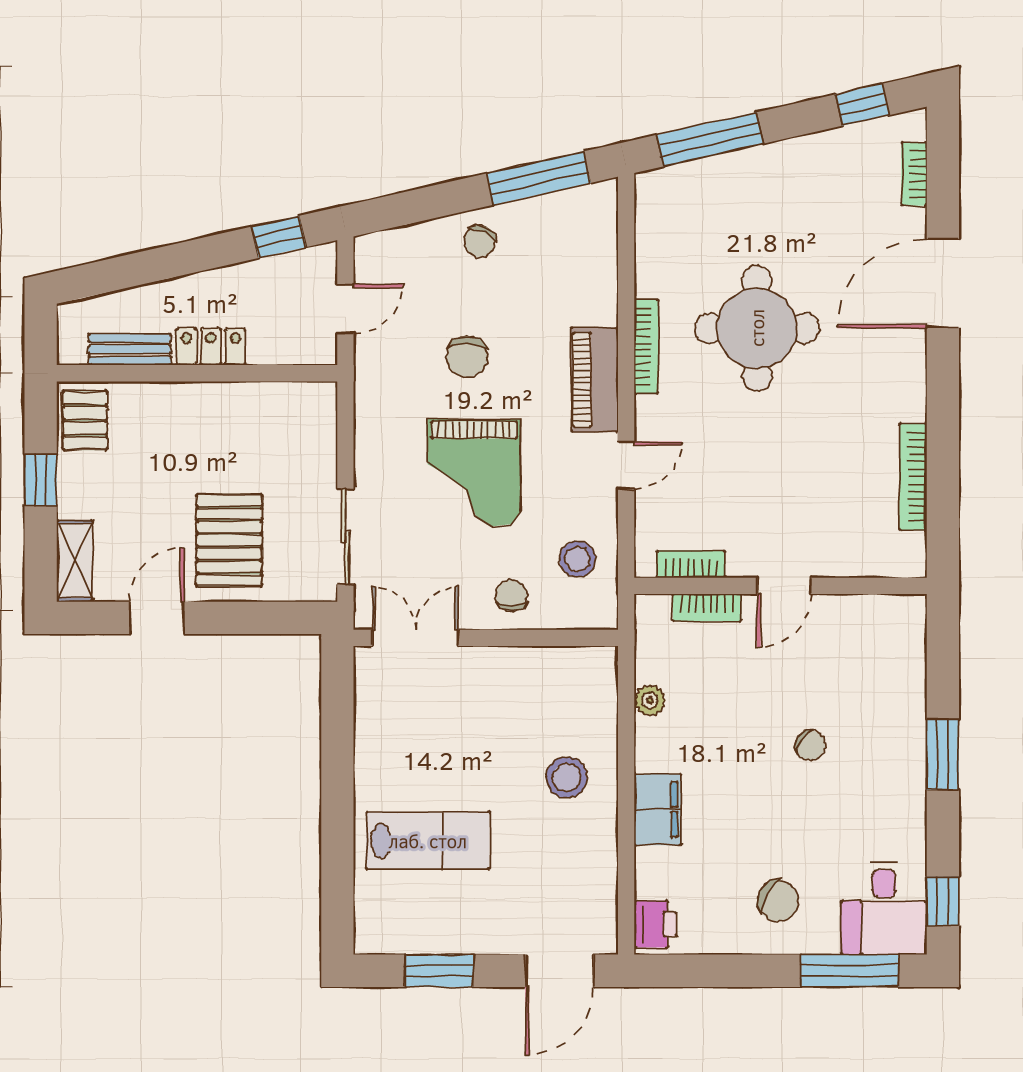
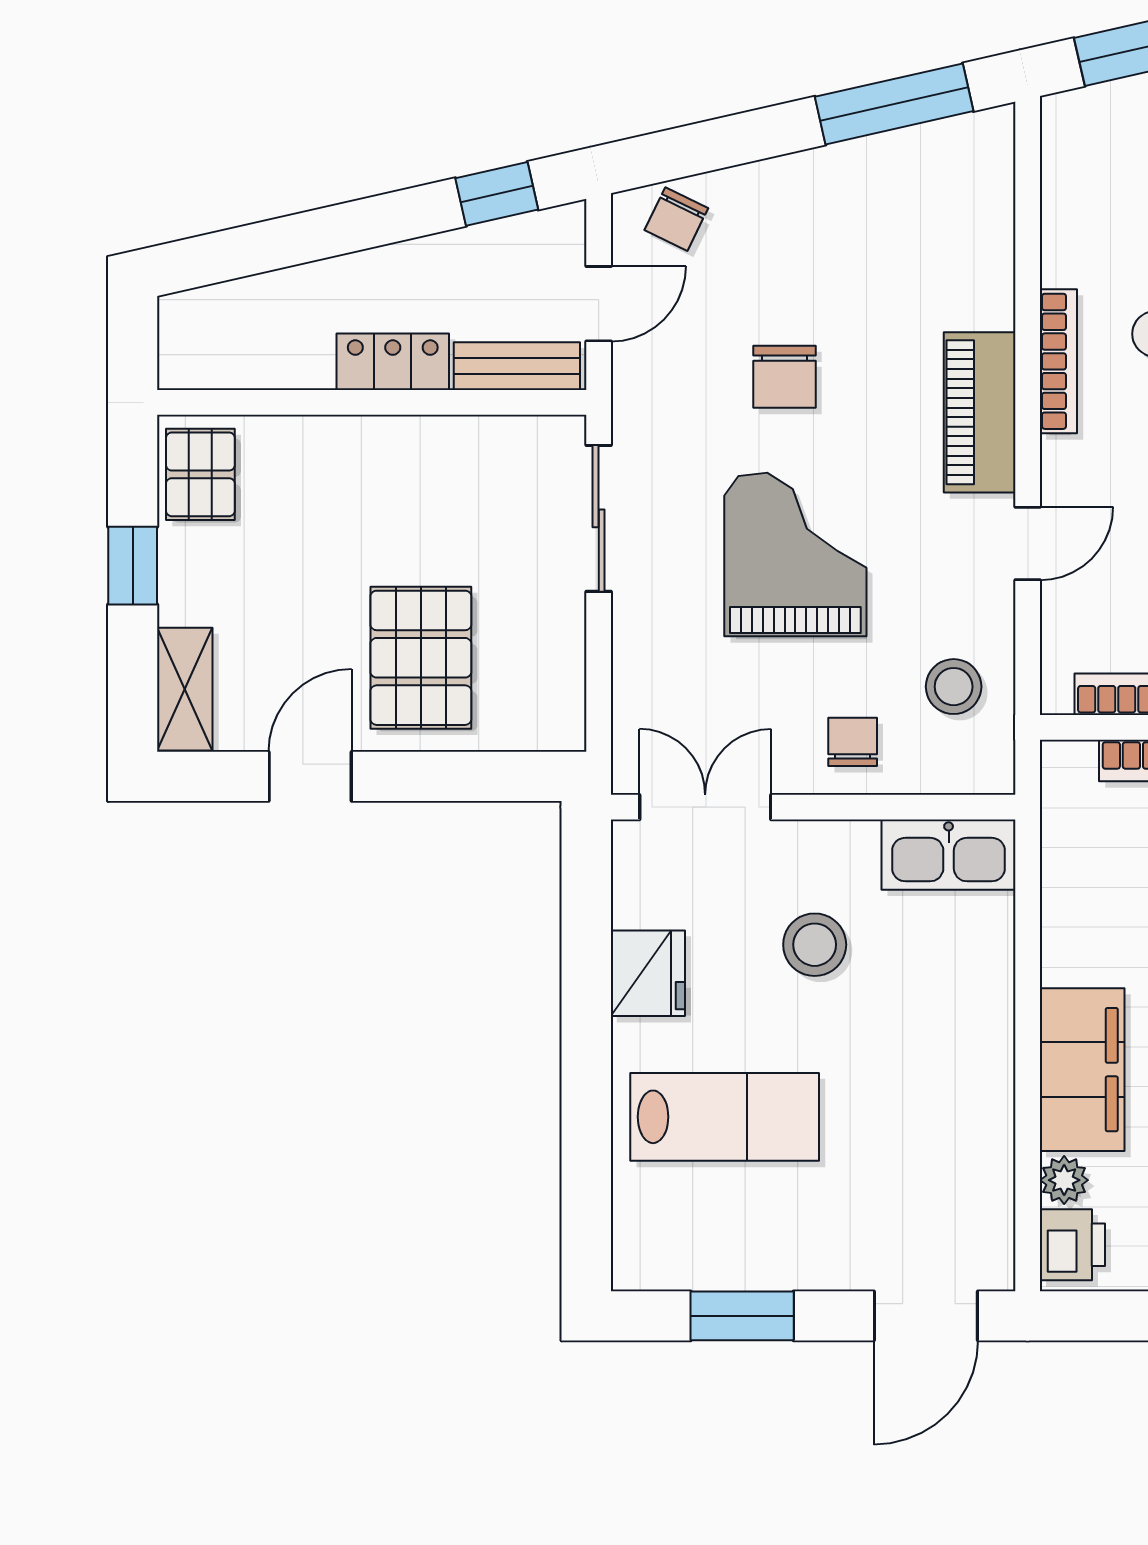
chair: (479, 241) -> (676, 219), moved
bench: (130, 350) -> (517, 366), moved
grand piano: (474, 473) -> (795, 554), turned 180
sliding door: (345, 537) -> (599, 518), moved
kitchen sink: (574, 669) -> (949, 855), added
plant: (650, 700) -> (1064, 1180), moved
fridge: (378, 747) -> (648, 973), added
stool: (567, 777) -> (815, 945), moved
filing cabinet: (658, 810) -> (1082, 1070), width x1.50, depth x1.17

